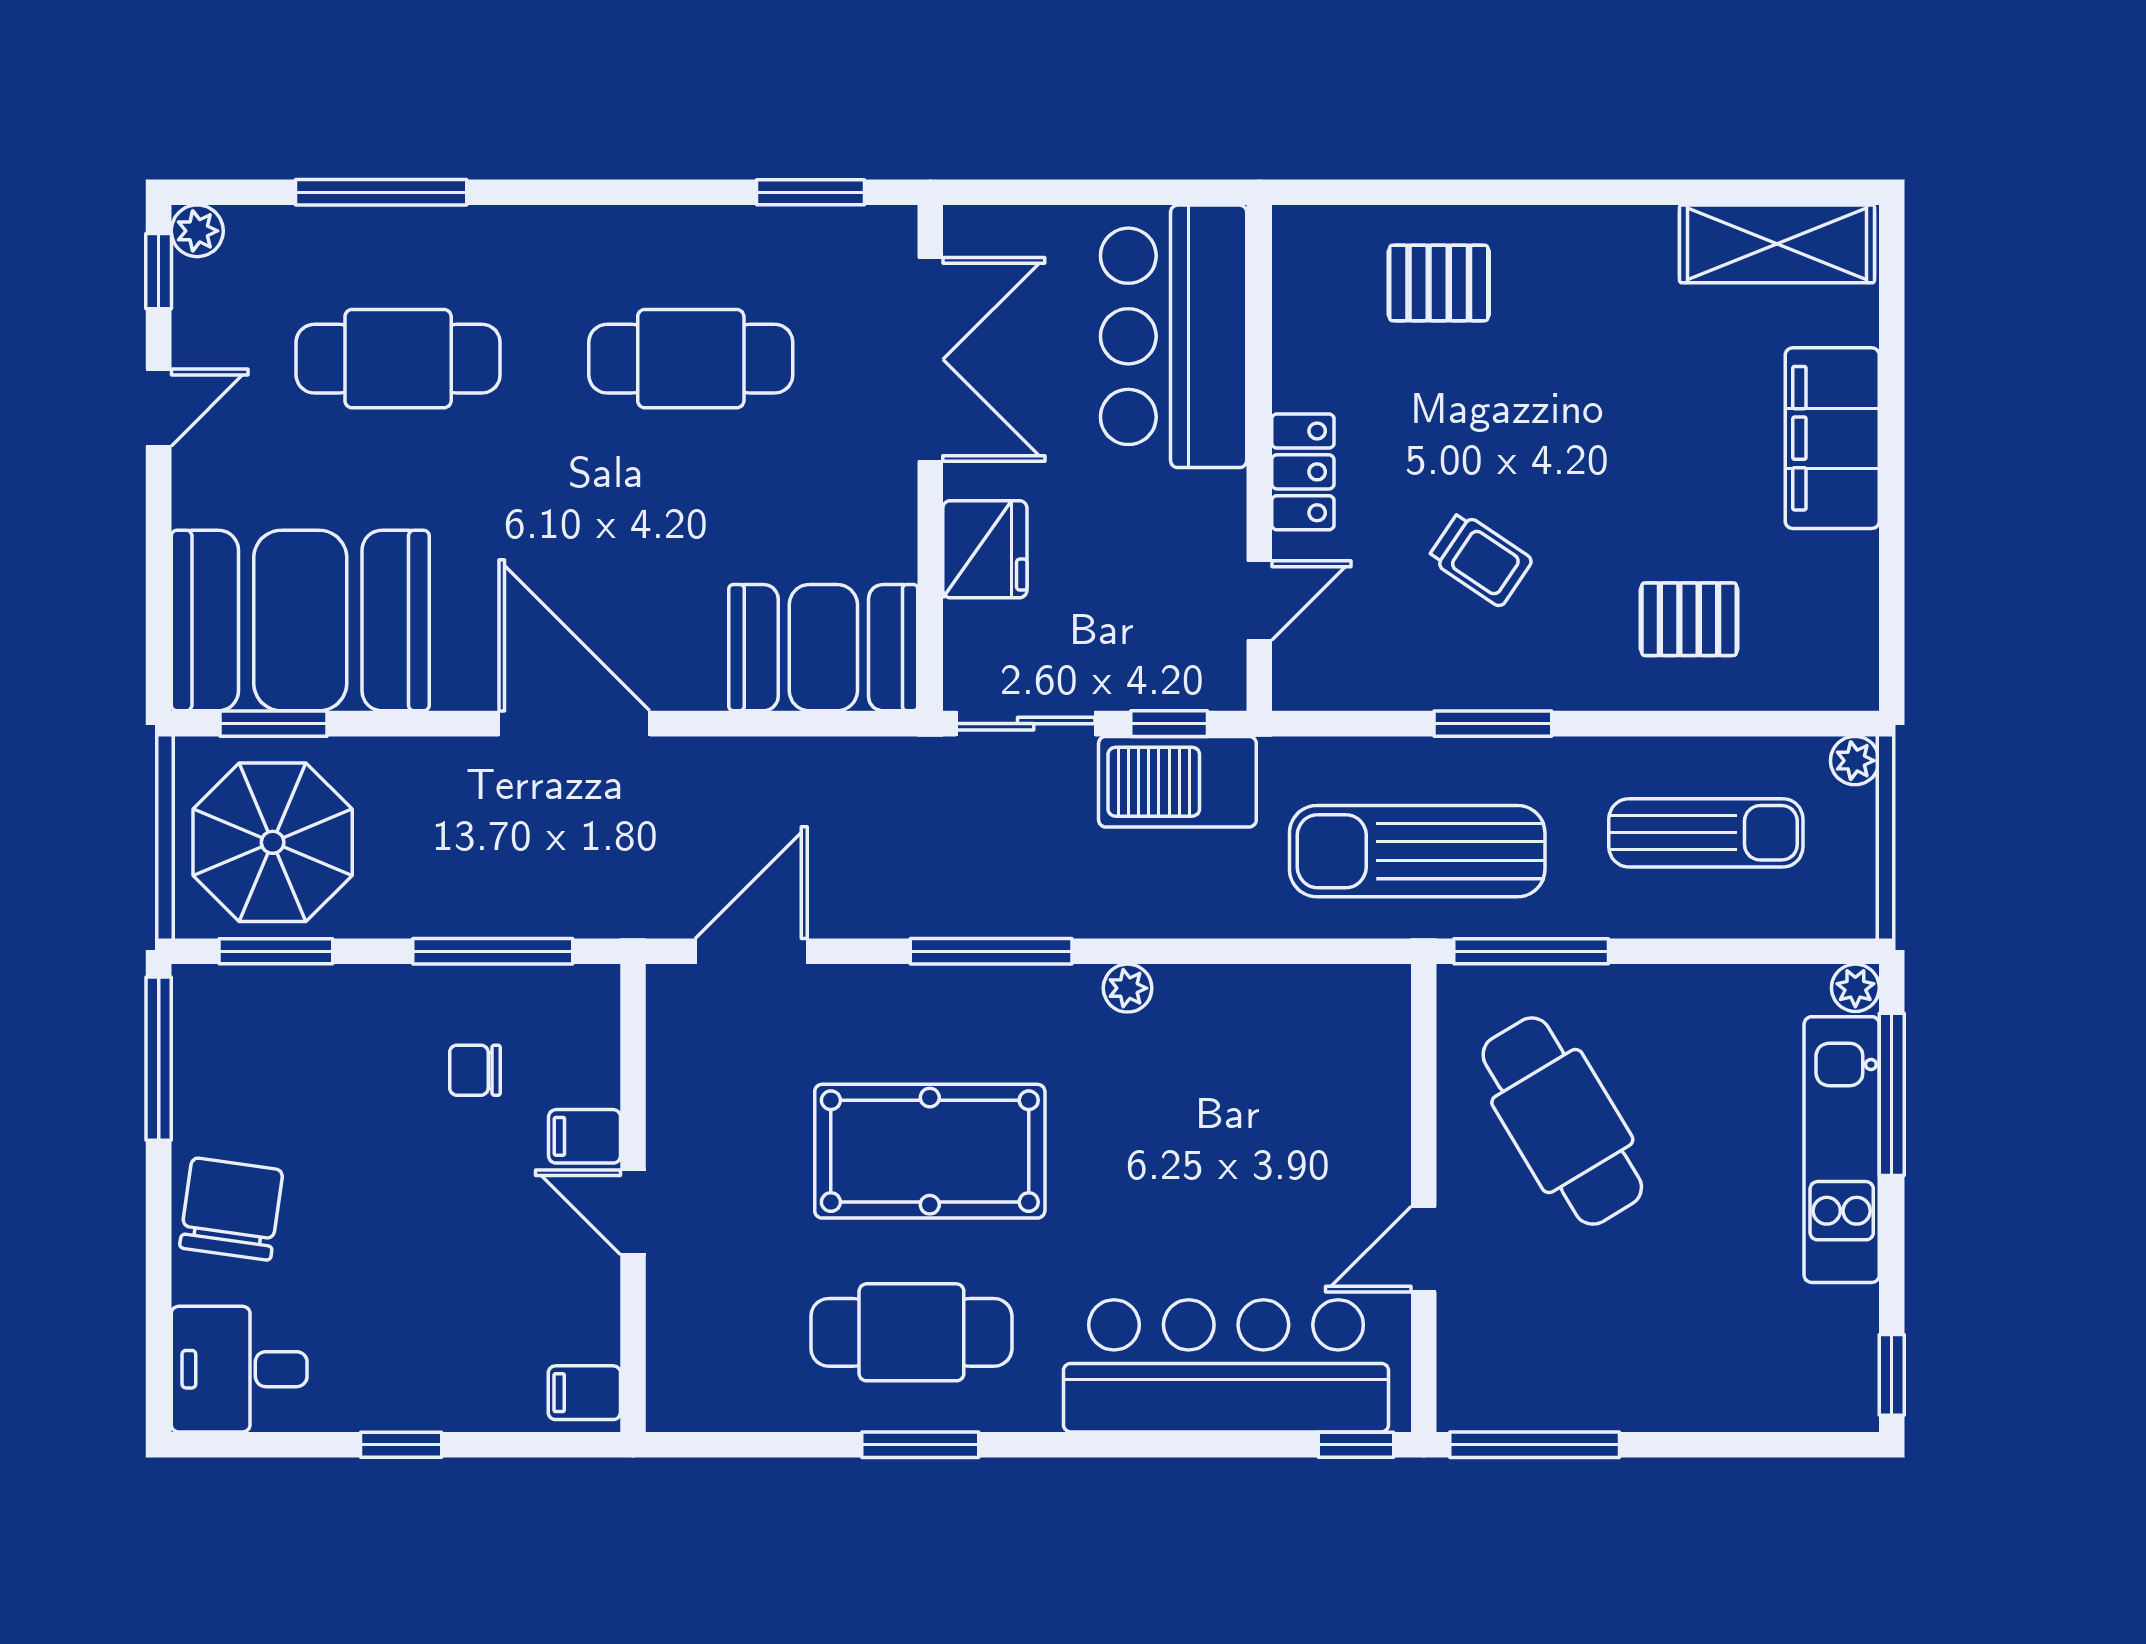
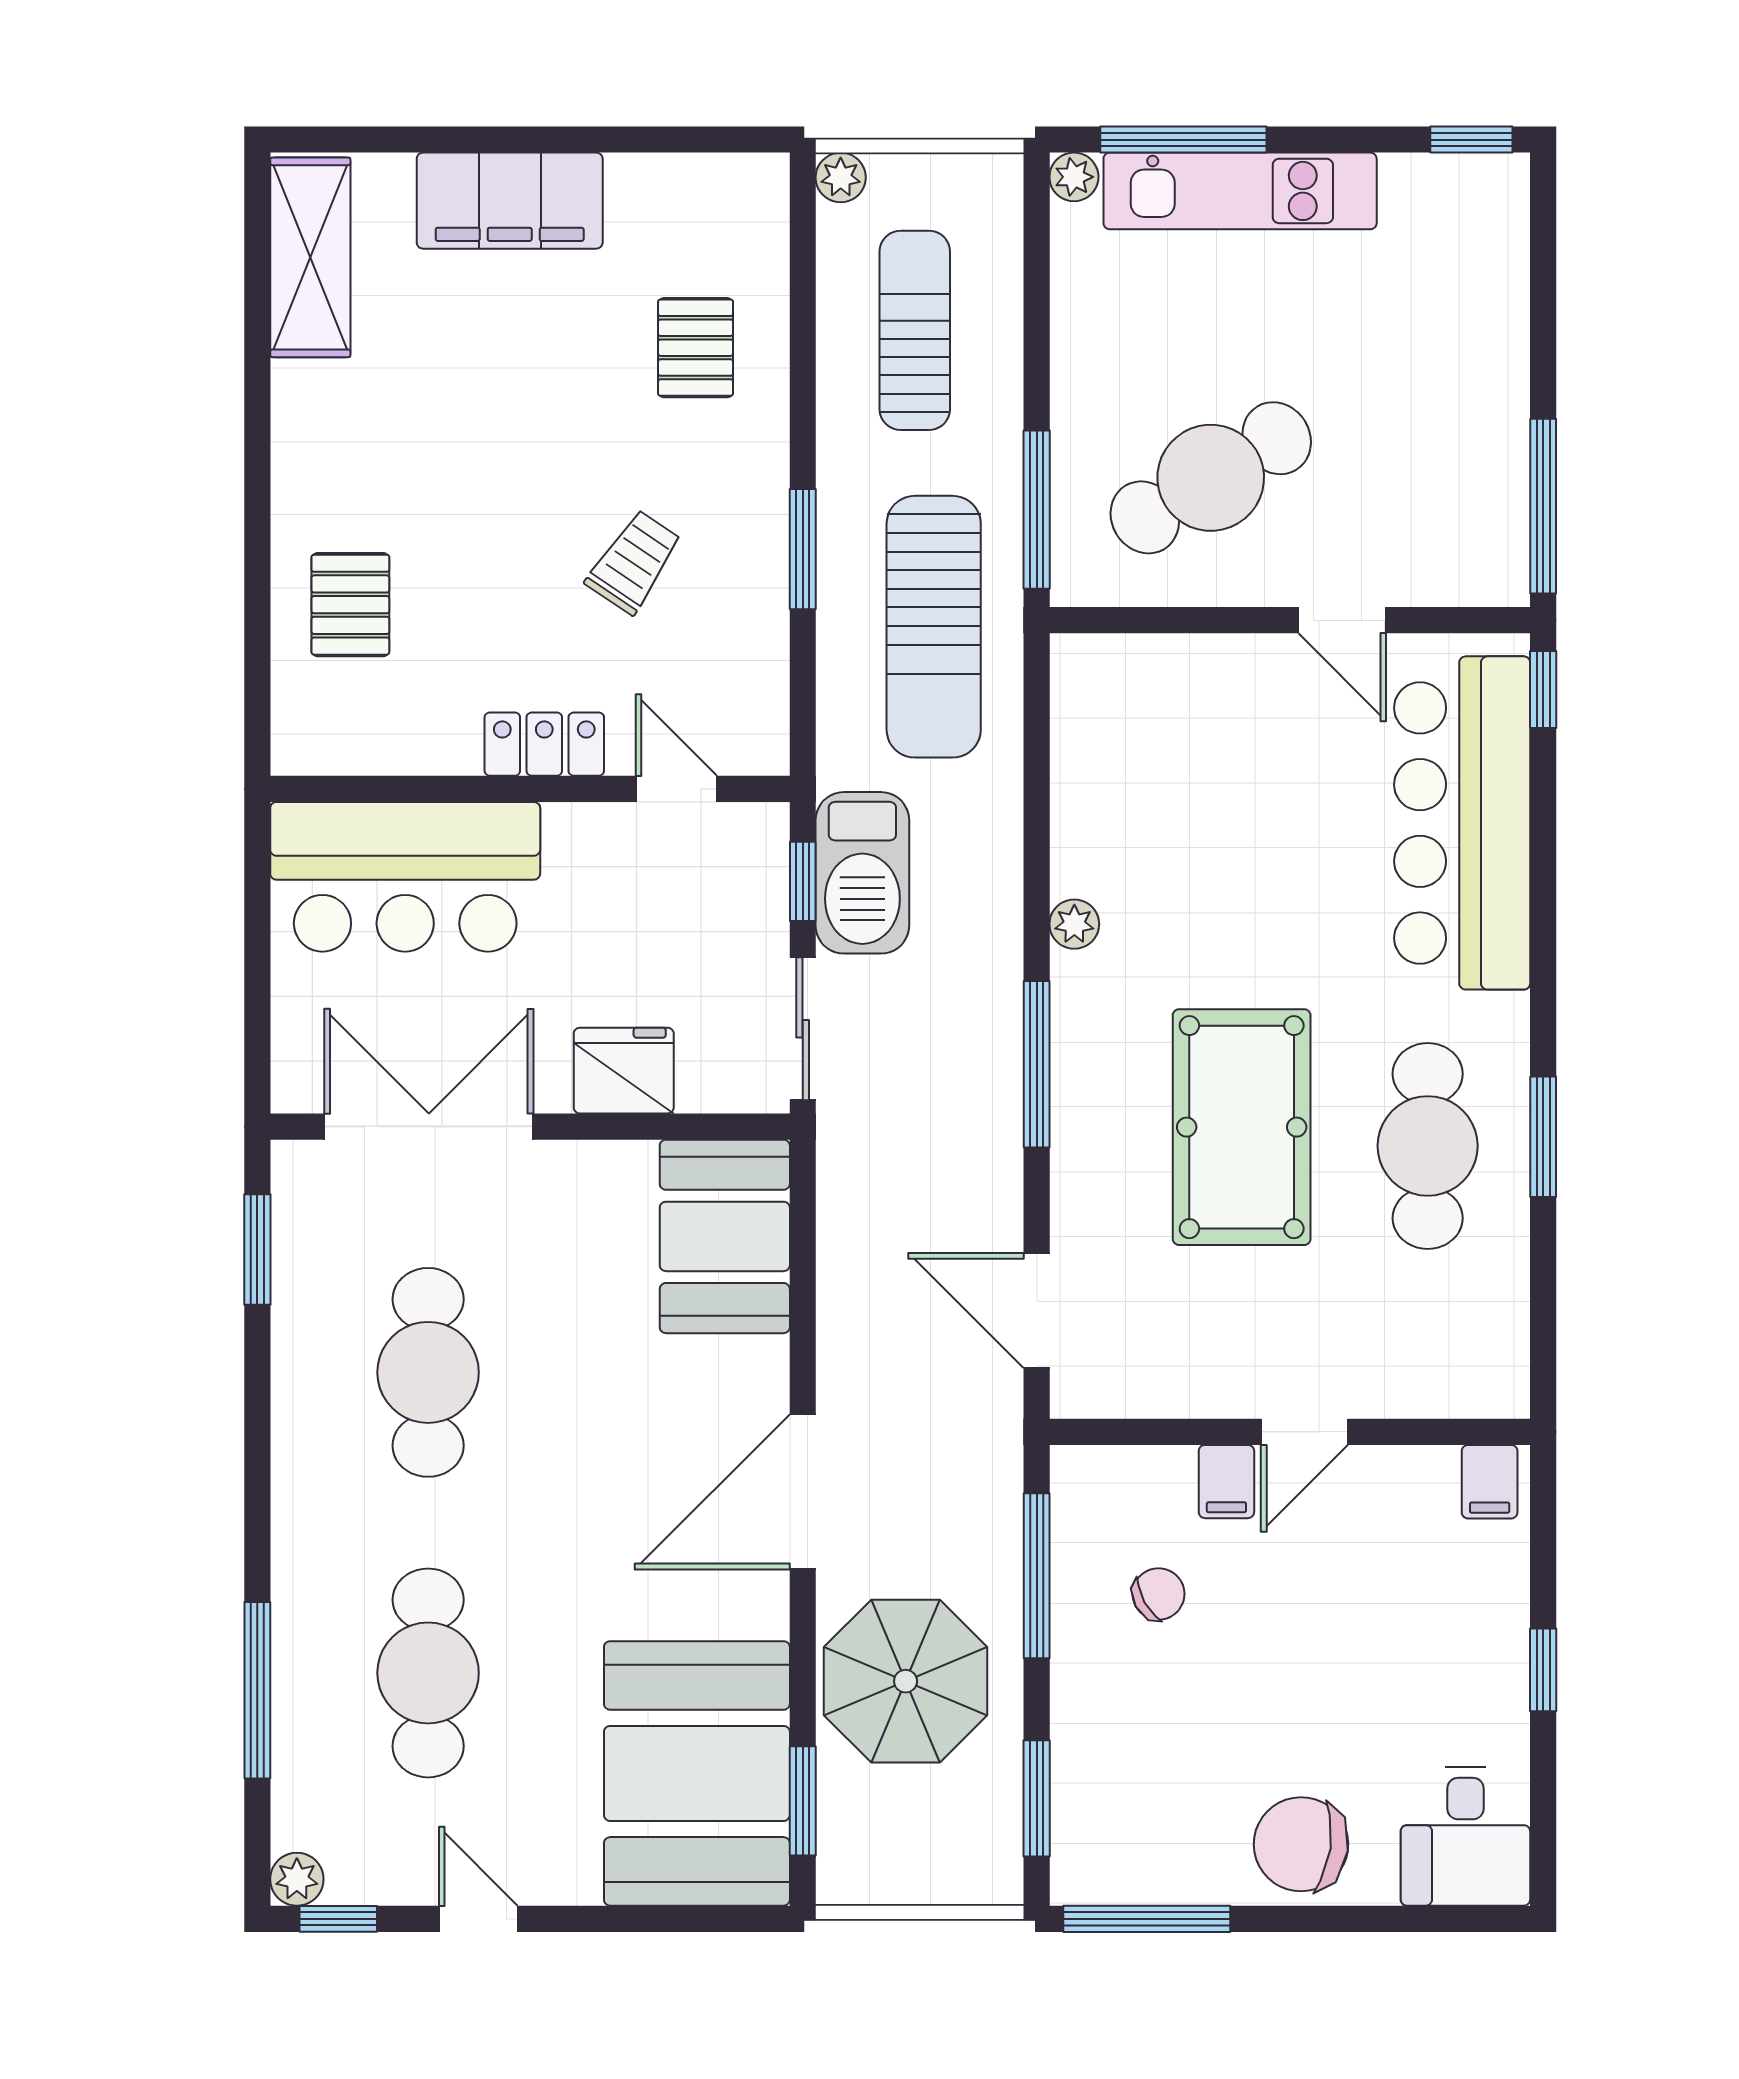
parasol: (273, 842) -> (906, 1681), moved
chair: (475, 1070) -> (1159, 1594), turned -119

